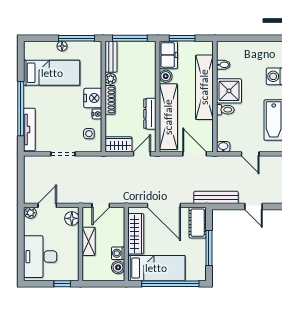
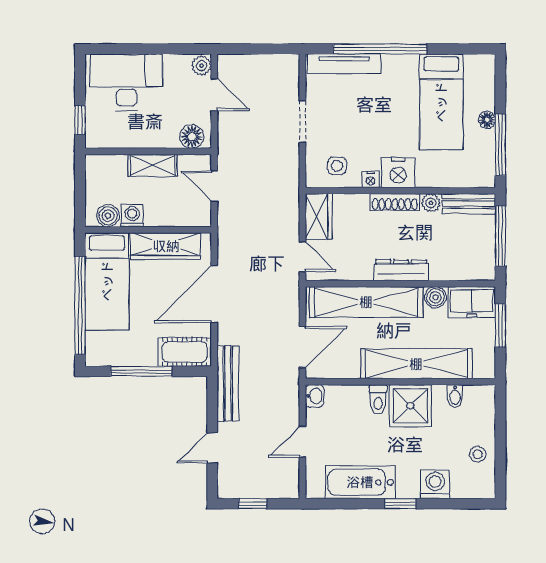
stool: (257, 52) -> (478, 454), added
dresser: (150, 114) -> (401, 270), moved

